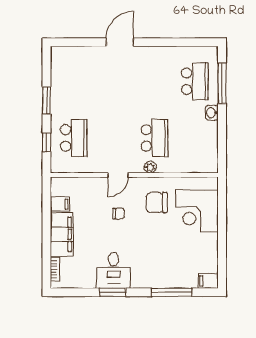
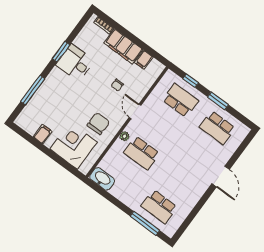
school desk: (74, 81) -> (217, 128), added
washbasin: (212, 113) -> (102, 179), moved, width x1.91, depth x1.45
school desk: (74, 138) -> (180, 100), turned 180
chair: (118, 214) -> (117, 85), moved
filing cabinet: (208, 281) -> (43, 134), moved

